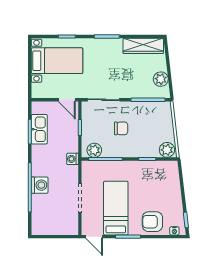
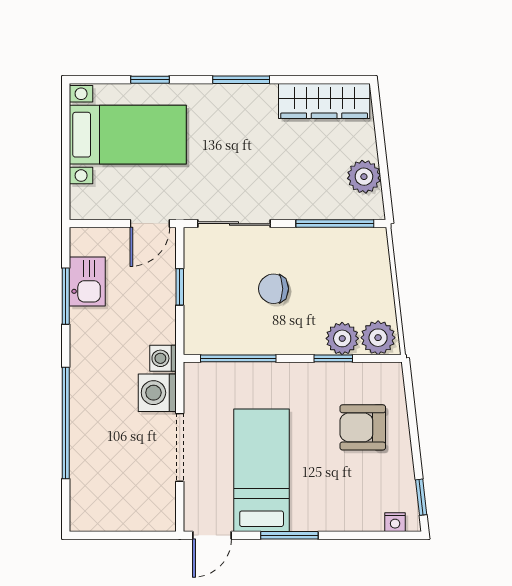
door: (67, 100) -> (150, 224), hinge flipped
chair: (121, 128) -> (273, 289), turned 180
kitchen sink: (39, 129) -> (87, 282), width x0.73
plant: (94, 150) -> (342, 338), moved
washing machine: (40, 185) -> (157, 393), moved, turned 180
armchair: (152, 222) -> (363, 427), moved
door: (94, 237) -> (212, 535), hinge flipped

